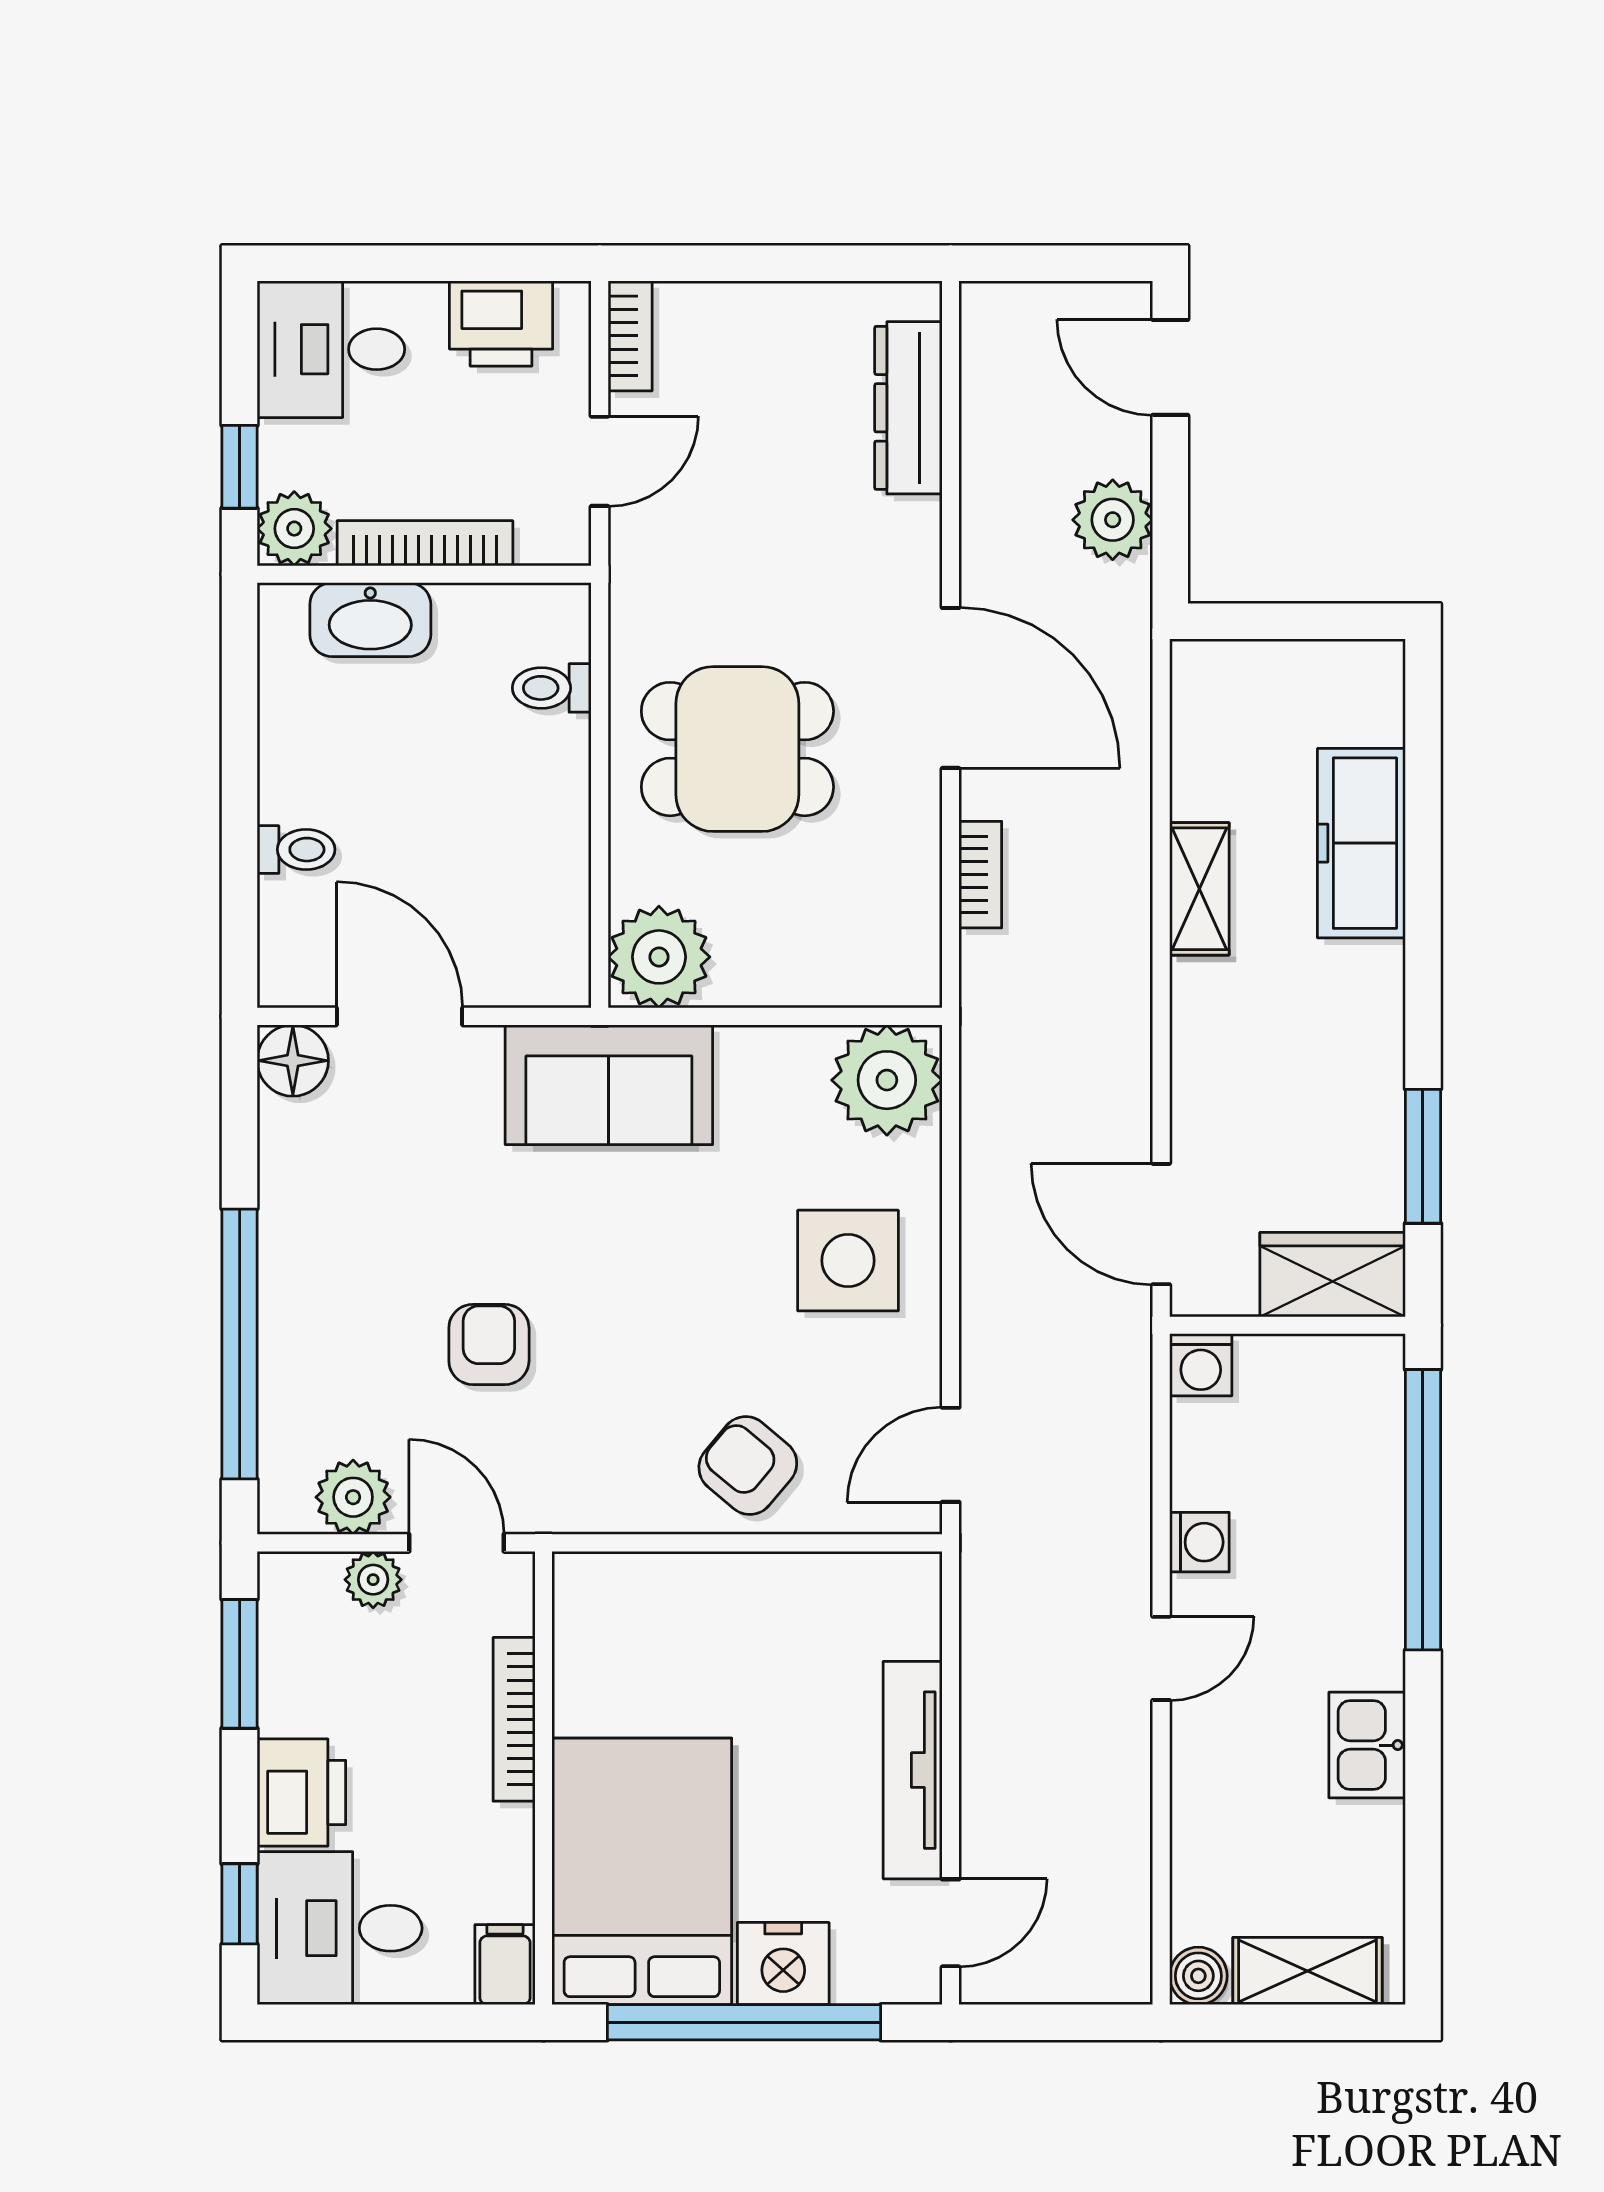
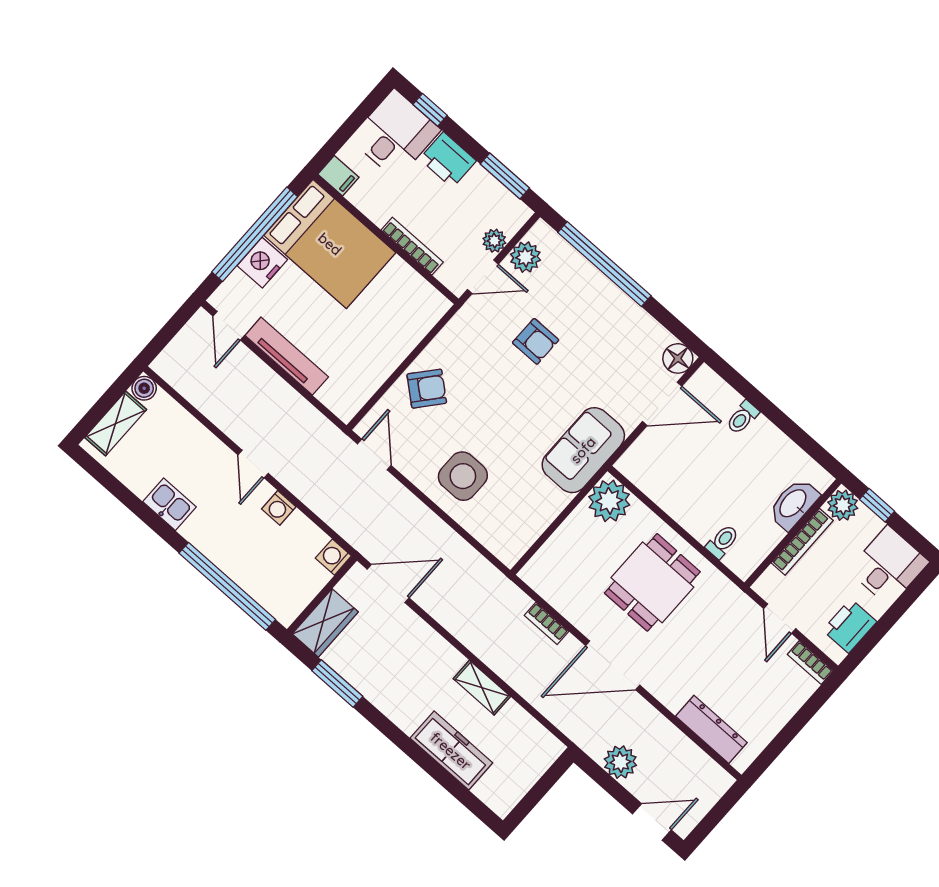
plant: (887, 1080) -> (508, 538), removed

